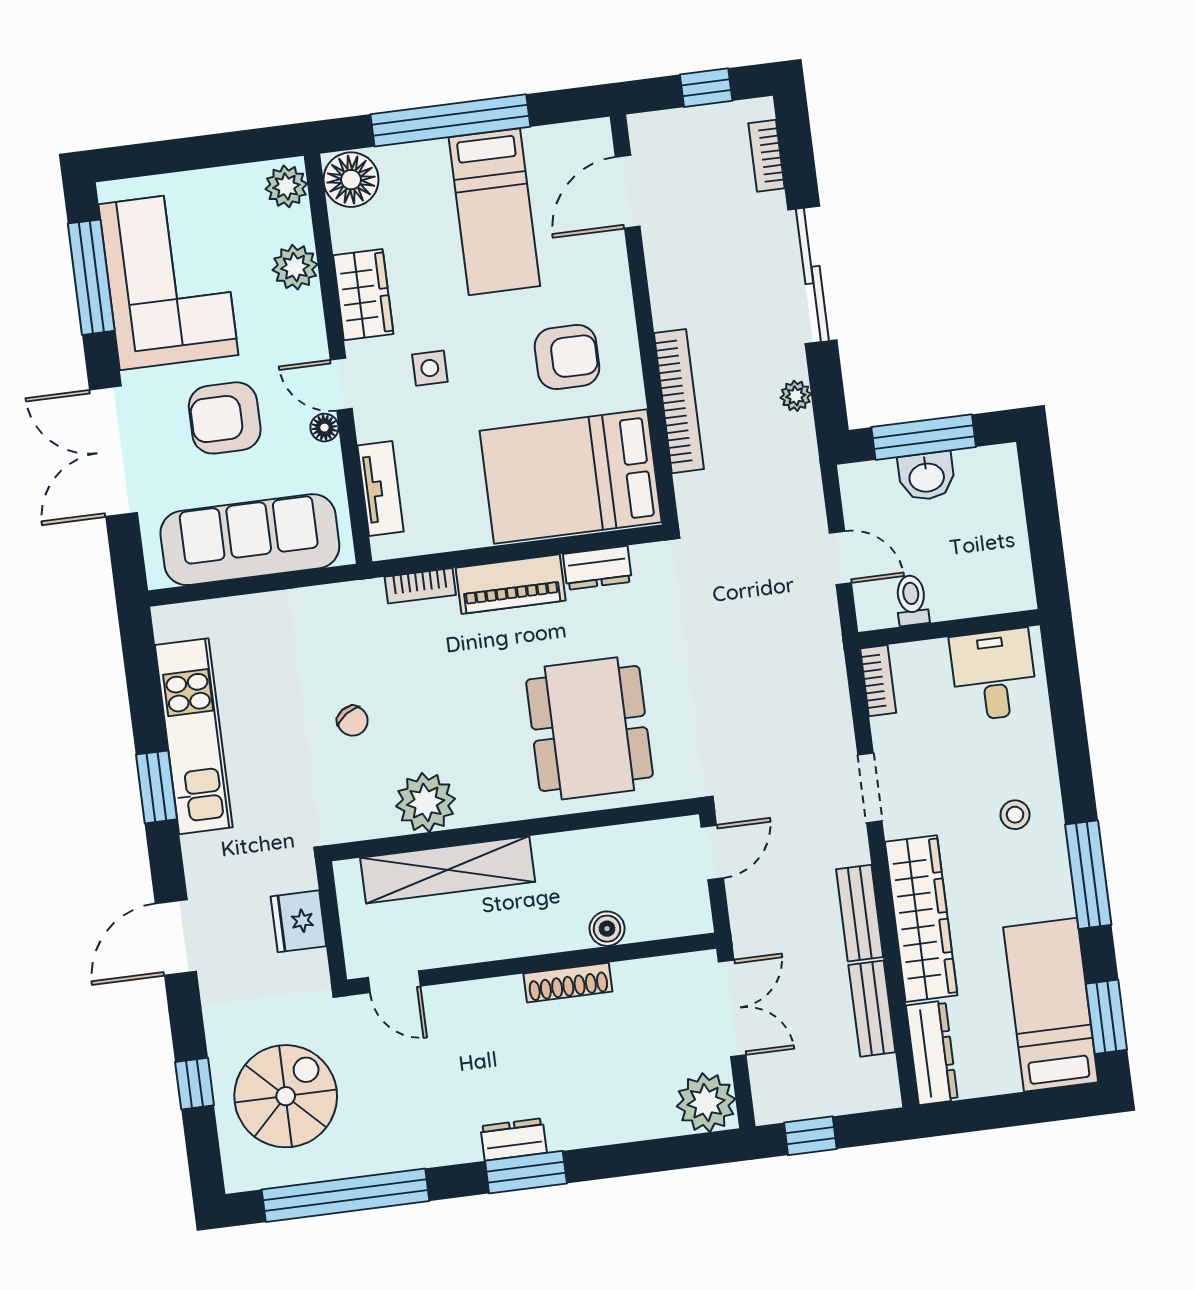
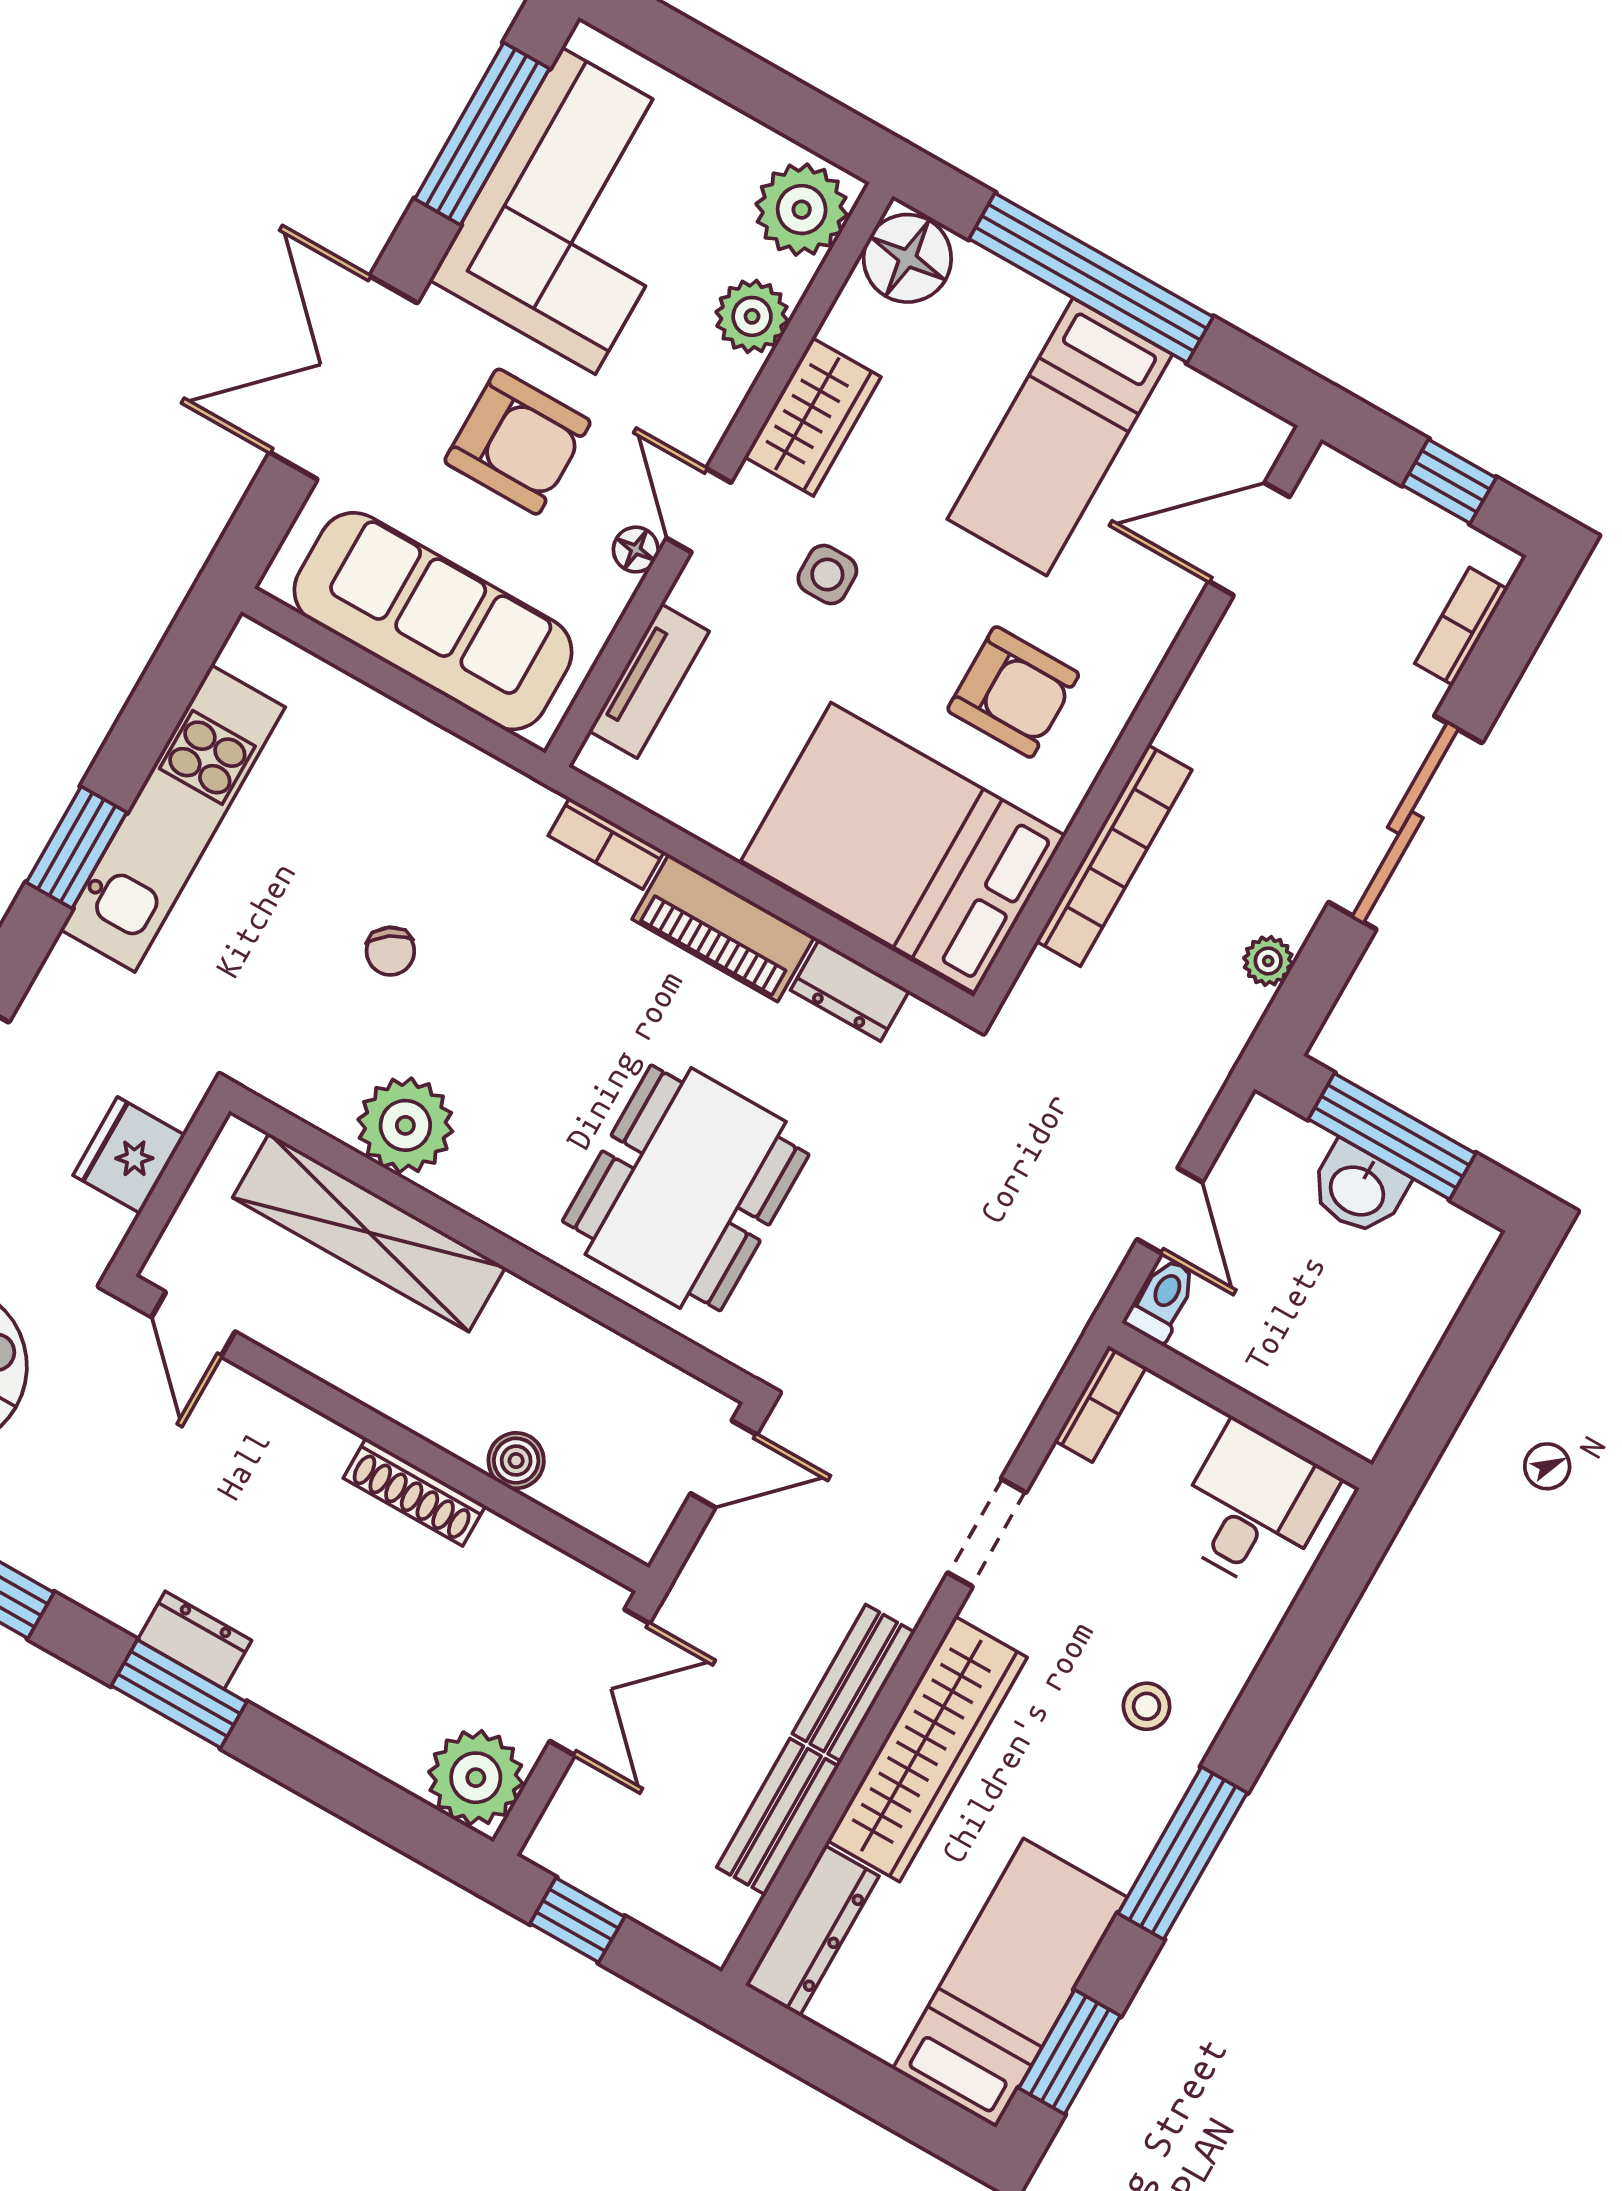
plant: (286, 186) -> (802, 210), width x1.36, depth x1.36
armchair: (225, 418) -> (518, 442), turned 180
toilet: (912, 600) -> (1162, 1300), moved

